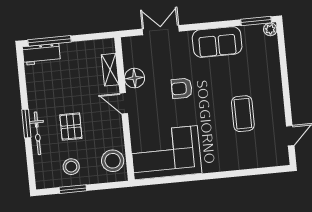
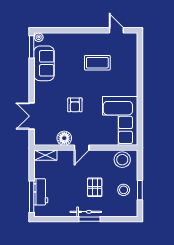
sofa: (217, 42) -> (44, 63), moved
workbench: (41, 54) -> (41, 192), moved
shelving: (110, 70) -> (45, 155), moved
pallet: (71, 127) -> (95, 187), turned 90
bicycle: (37, 133) -> (86, 212), moved

